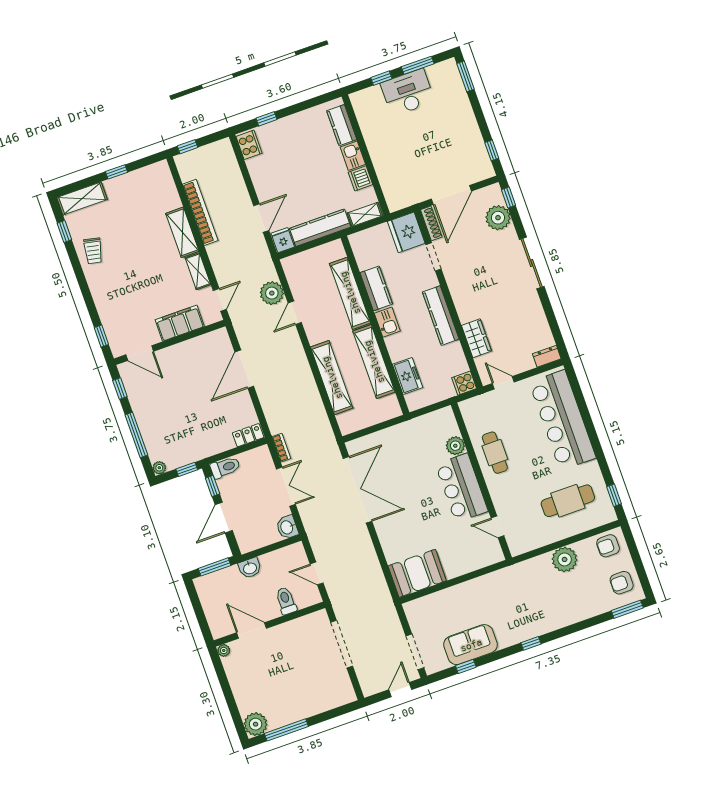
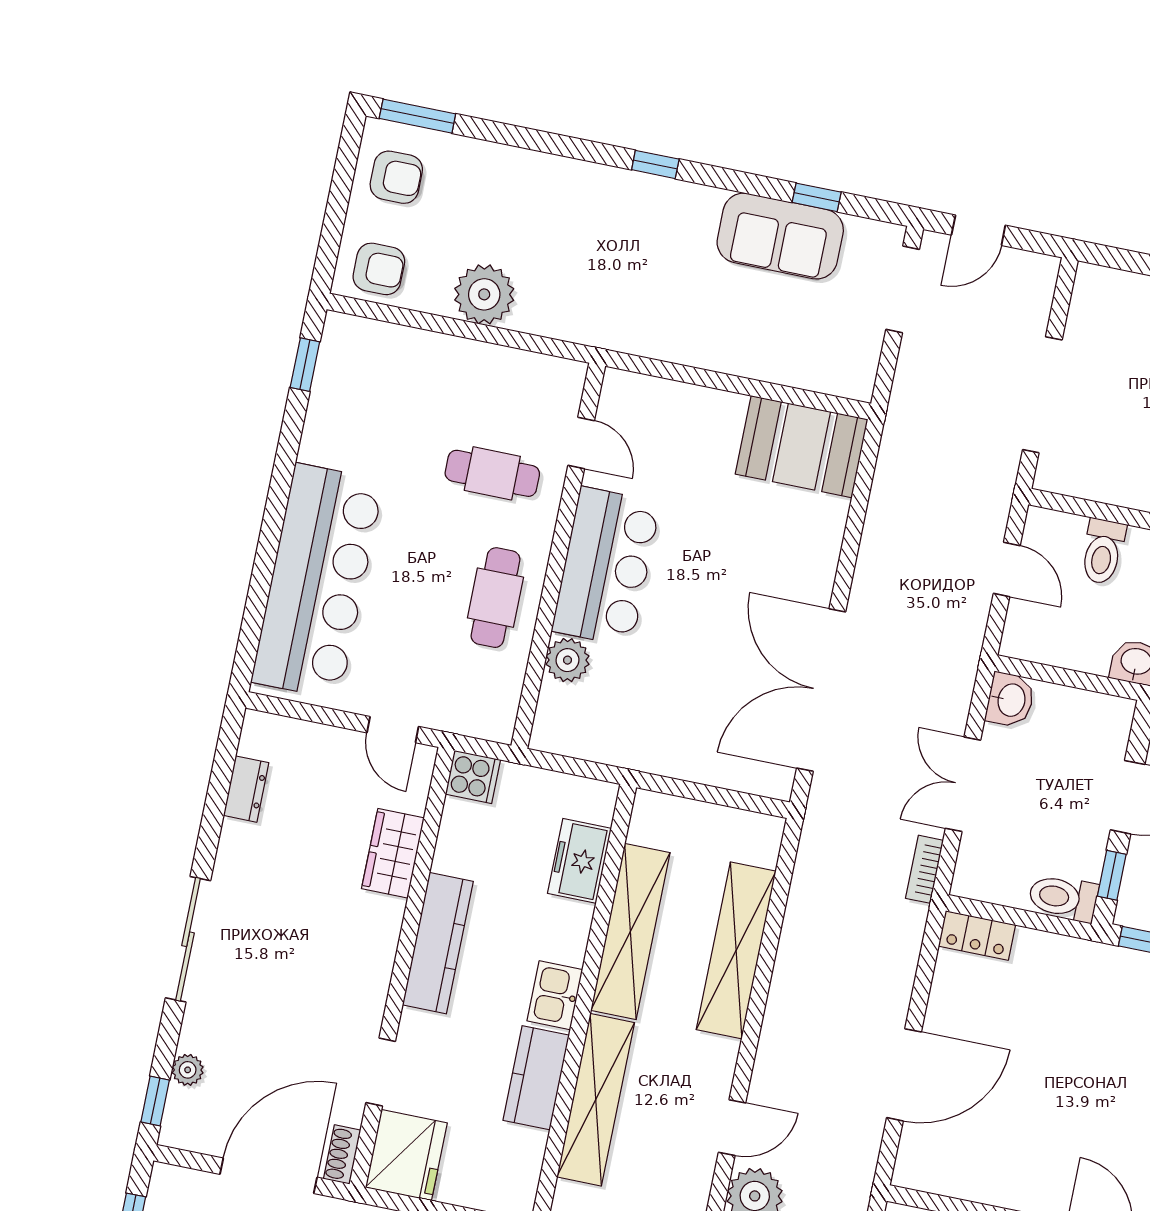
plant: (498, 218) -> (188, 1070), width x0.53, depth x0.53
shoe rack: (431, 223) -> (342, 1155), width x0.70
dresser: (547, 356) -> (246, 789), moved, turned -90
cafe table: (568, 501) -> (492, 473), moved, width x0.73, depth x0.74

